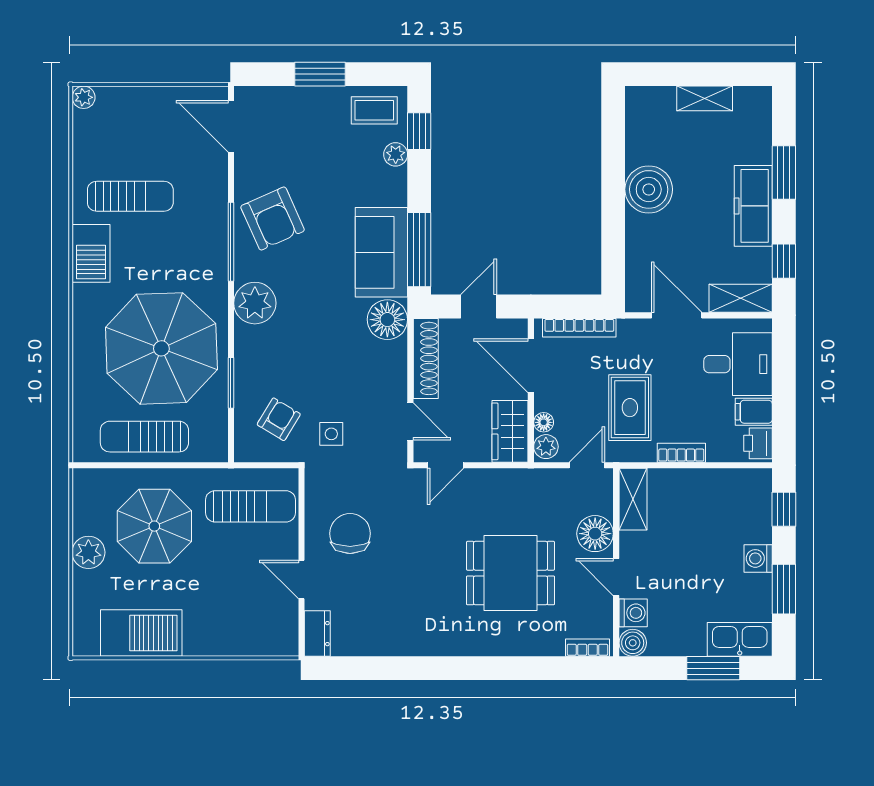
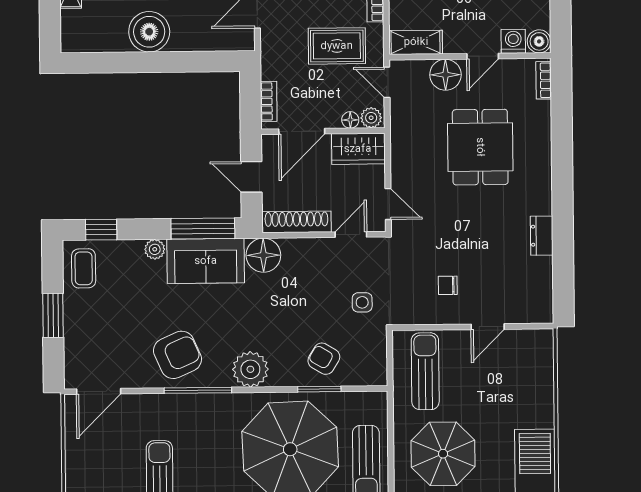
plant: (396, 154) -> (155, 249), moved
bookcase: (579, 328) -> (269, 101), width x0.64
armchair: (279, 419) -> (324, 359), moved
chair: (350, 534) -> (448, 285), width x0.54, depth x0.54
dresser: (317, 634) -> (542, 236), moved, turned -90

